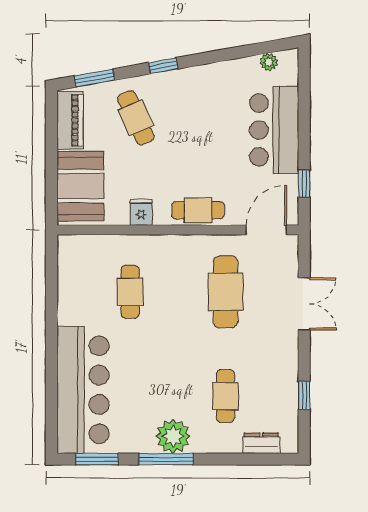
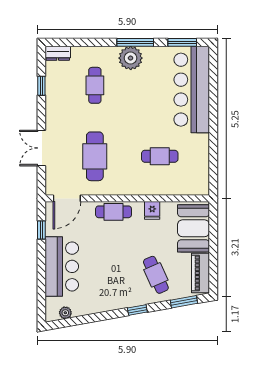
cafe table: (130, 292) -> (160, 156), turned 90
dresser: (261, 443) -> (58, 53), moved

